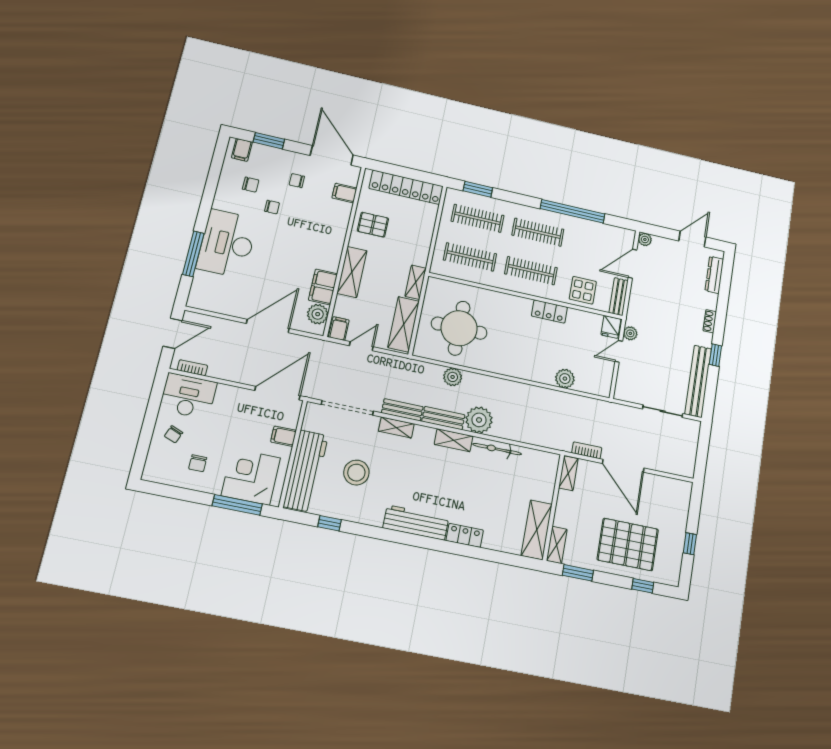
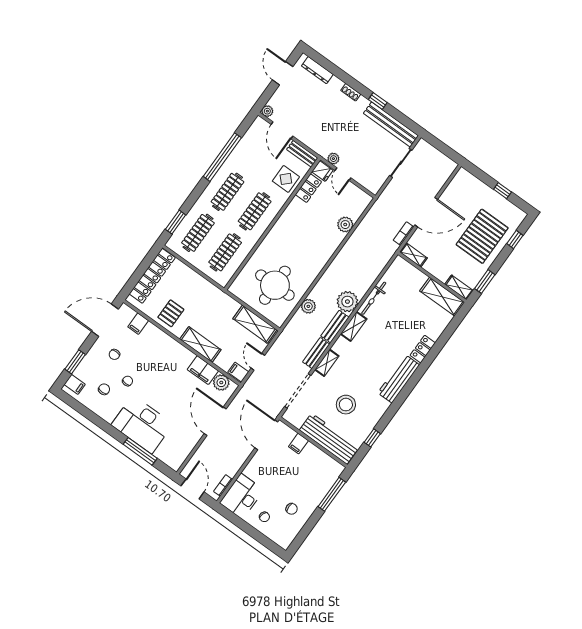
shelving: (416, 282) -> (227, 301), removed
locker: (549, 312) -> (308, 188), moved
corner desk: (251, 477) -> (317, 477), removed

